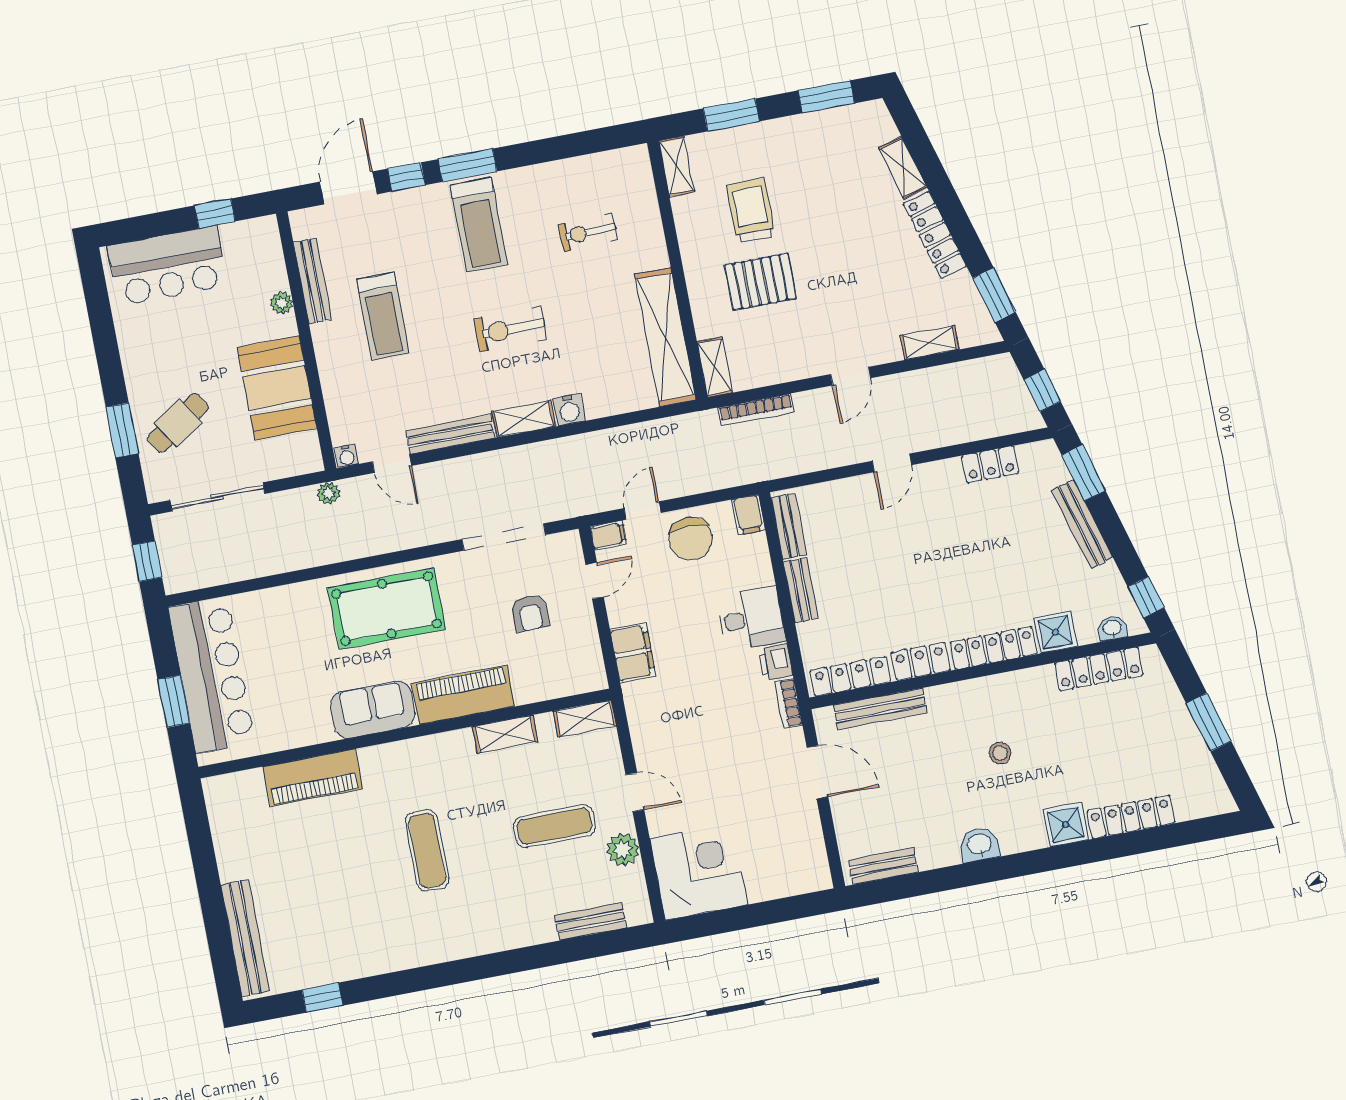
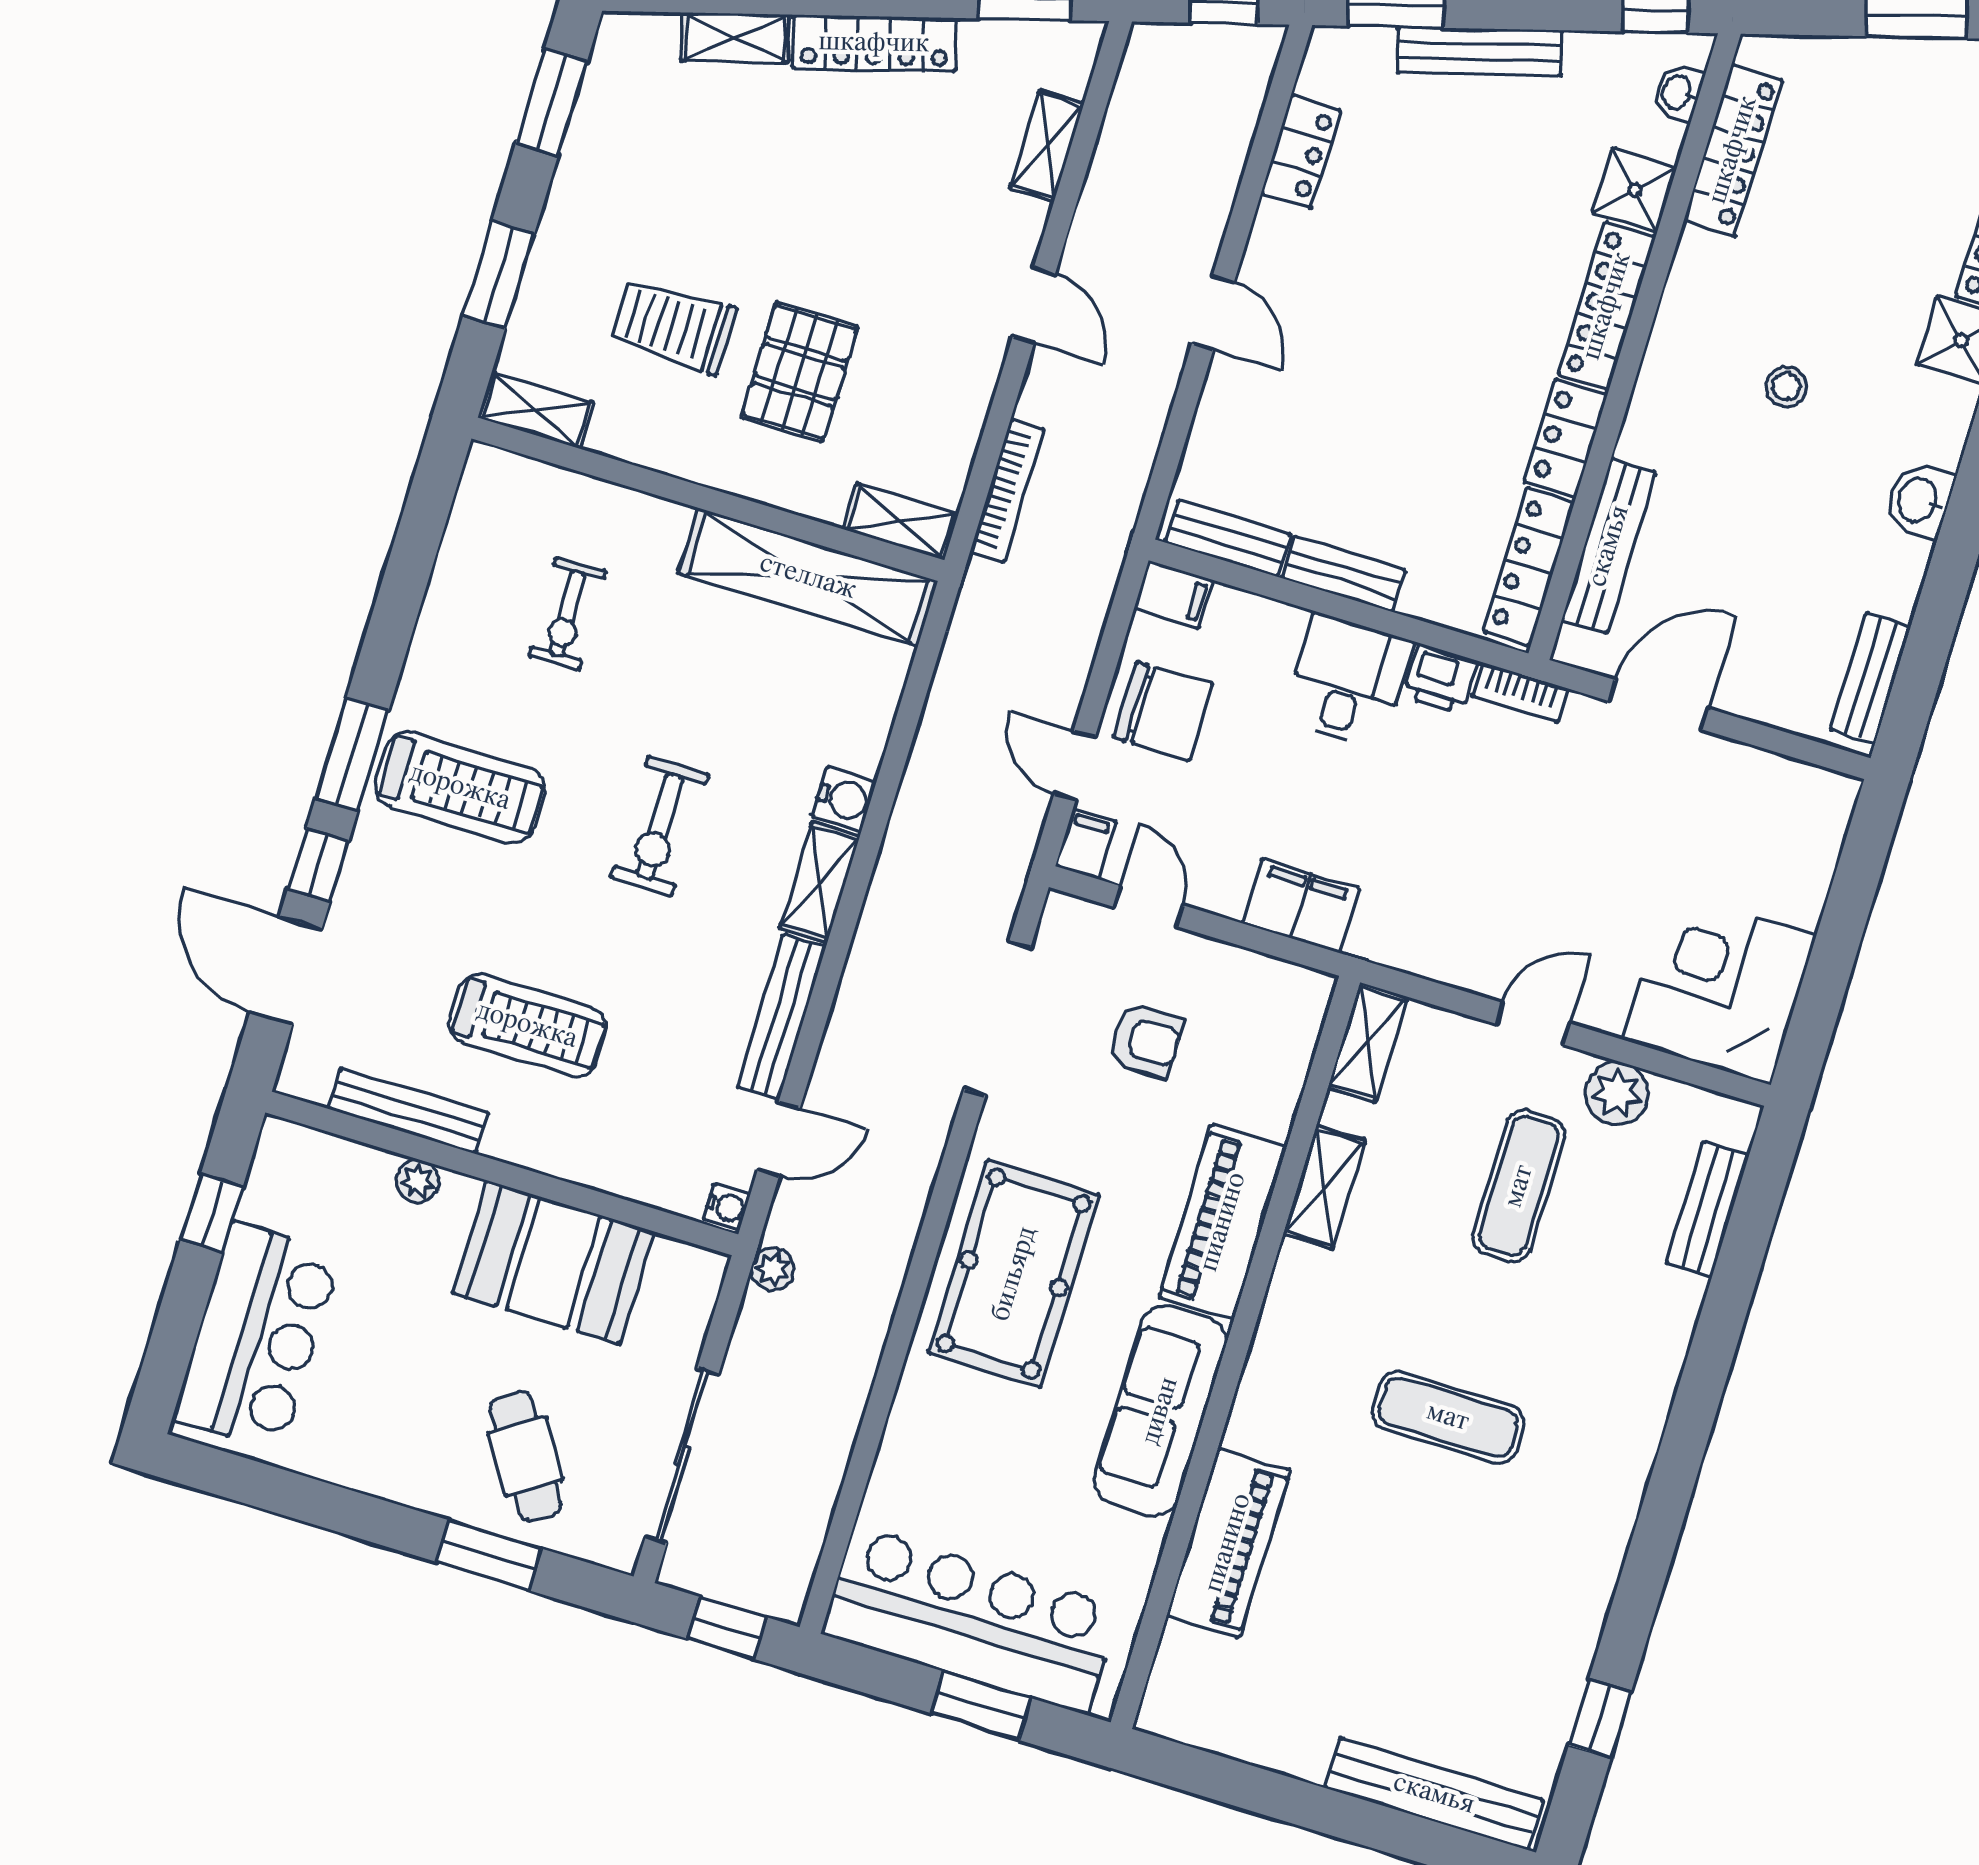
sofa: (373, 710) -> (1160, 1411), width x1.36

